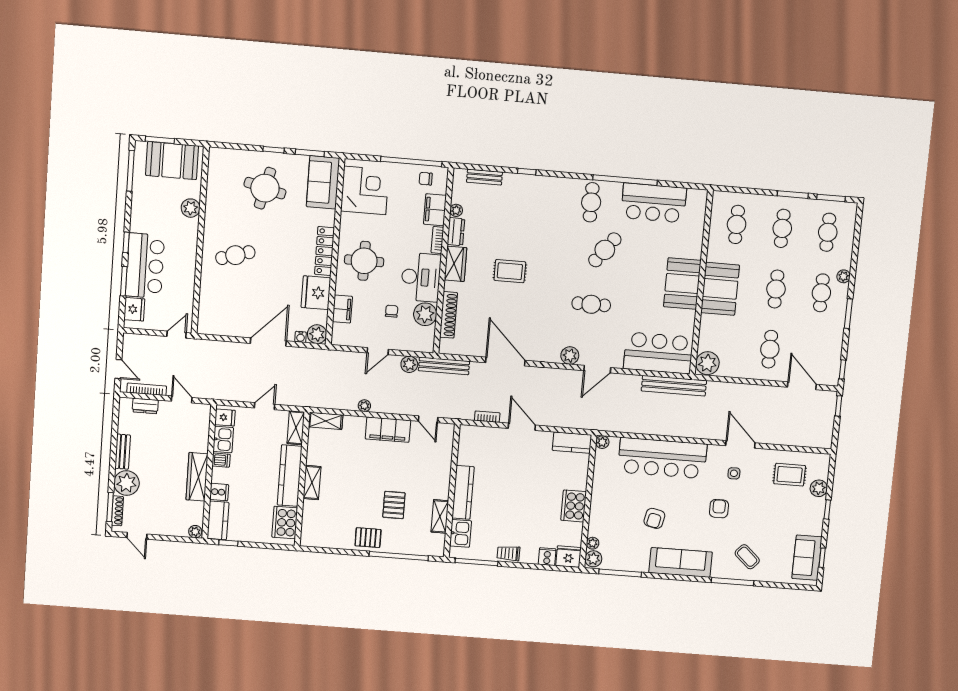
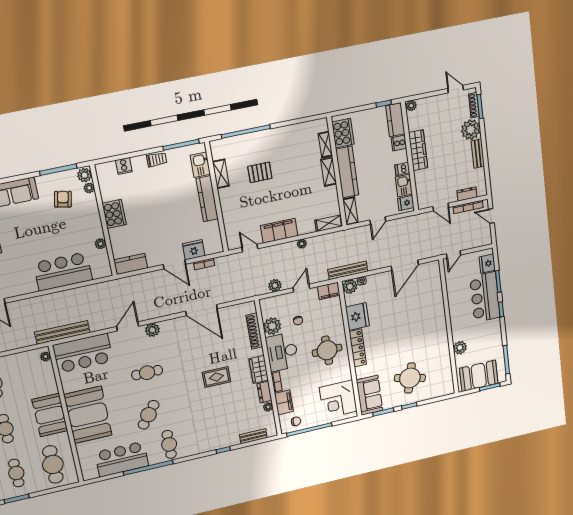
cafe table: (737, 224) -> (53, 464), width x1.37, depth x1.35
cafe table: (235, 255) -> (422, 325), removed
booth: (682, 284) -> (88, 415), width x1.36, depth x1.42
filing cabinet: (342, 309) -> (329, 291), moved, turned -90
door: (268, 342) -> (405, 265), moved
plant: (707, 363) -> (45, 357), width x0.53, depth x0.53
bench: (444, 366) -> (348, 270), moved
plant: (602, 442) -> (100, 244), moved
bar counter: (662, 458) -> (63, 272), width x0.73
pallet: (394, 505) -> (260, 172), turned 90
shelving: (309, 515) -> (325, 145), added
armchair: (654, 518) -> (63, 199), moved
pallet: (368, 538) -> (274, 140), removed
fridge: (569, 557) -> (194, 250), moved, turned 180

